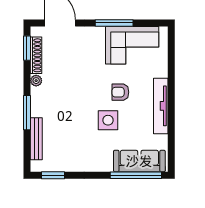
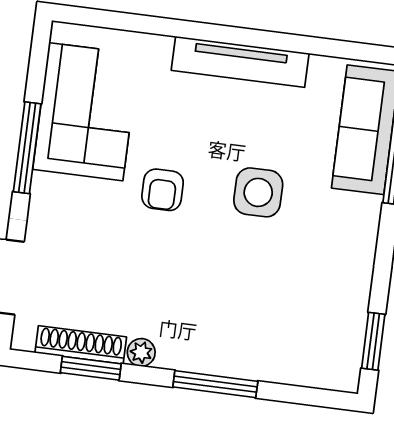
window: (27, 48) -> (91, 368), moved
armchair: (120, 92) -> (163, 190), moved
bench: (36, 139) -> (281, 370), removed

